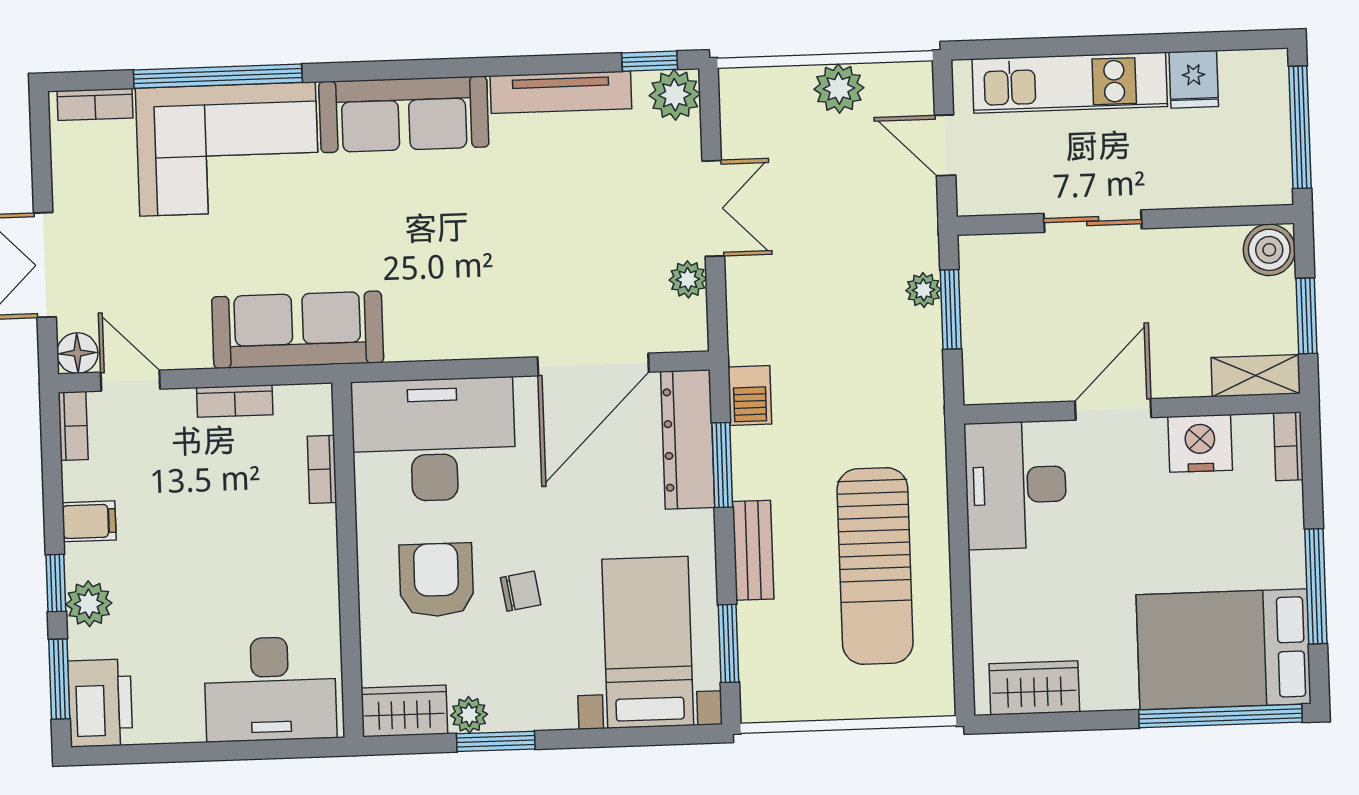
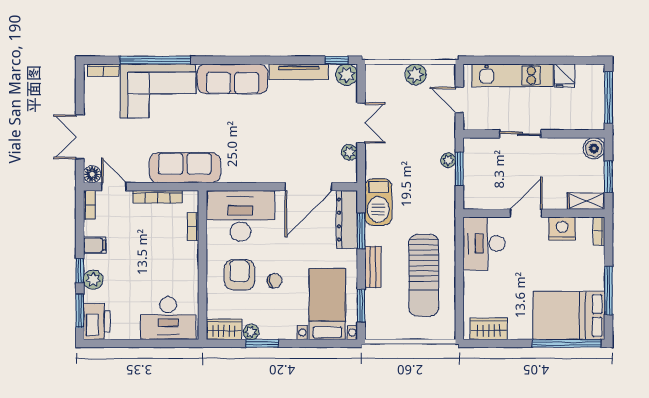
barbecue: (750, 395) -> (378, 202), width x1.88, depth x1.53
bookcase: (235, 401) -> (157, 197), width x1.56

